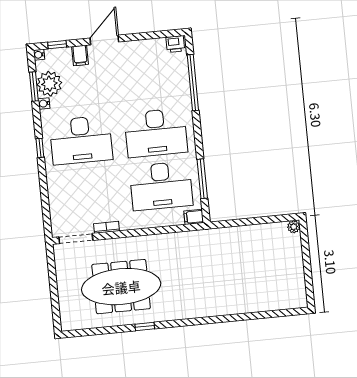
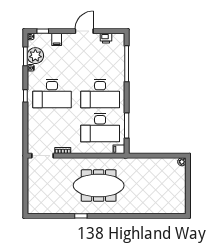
door: (104, 40) -> (84, 31), moved
printer: (175, 44) -> (106, 38), moved
meeting table: (121, 287) -> (99, 186), moved

